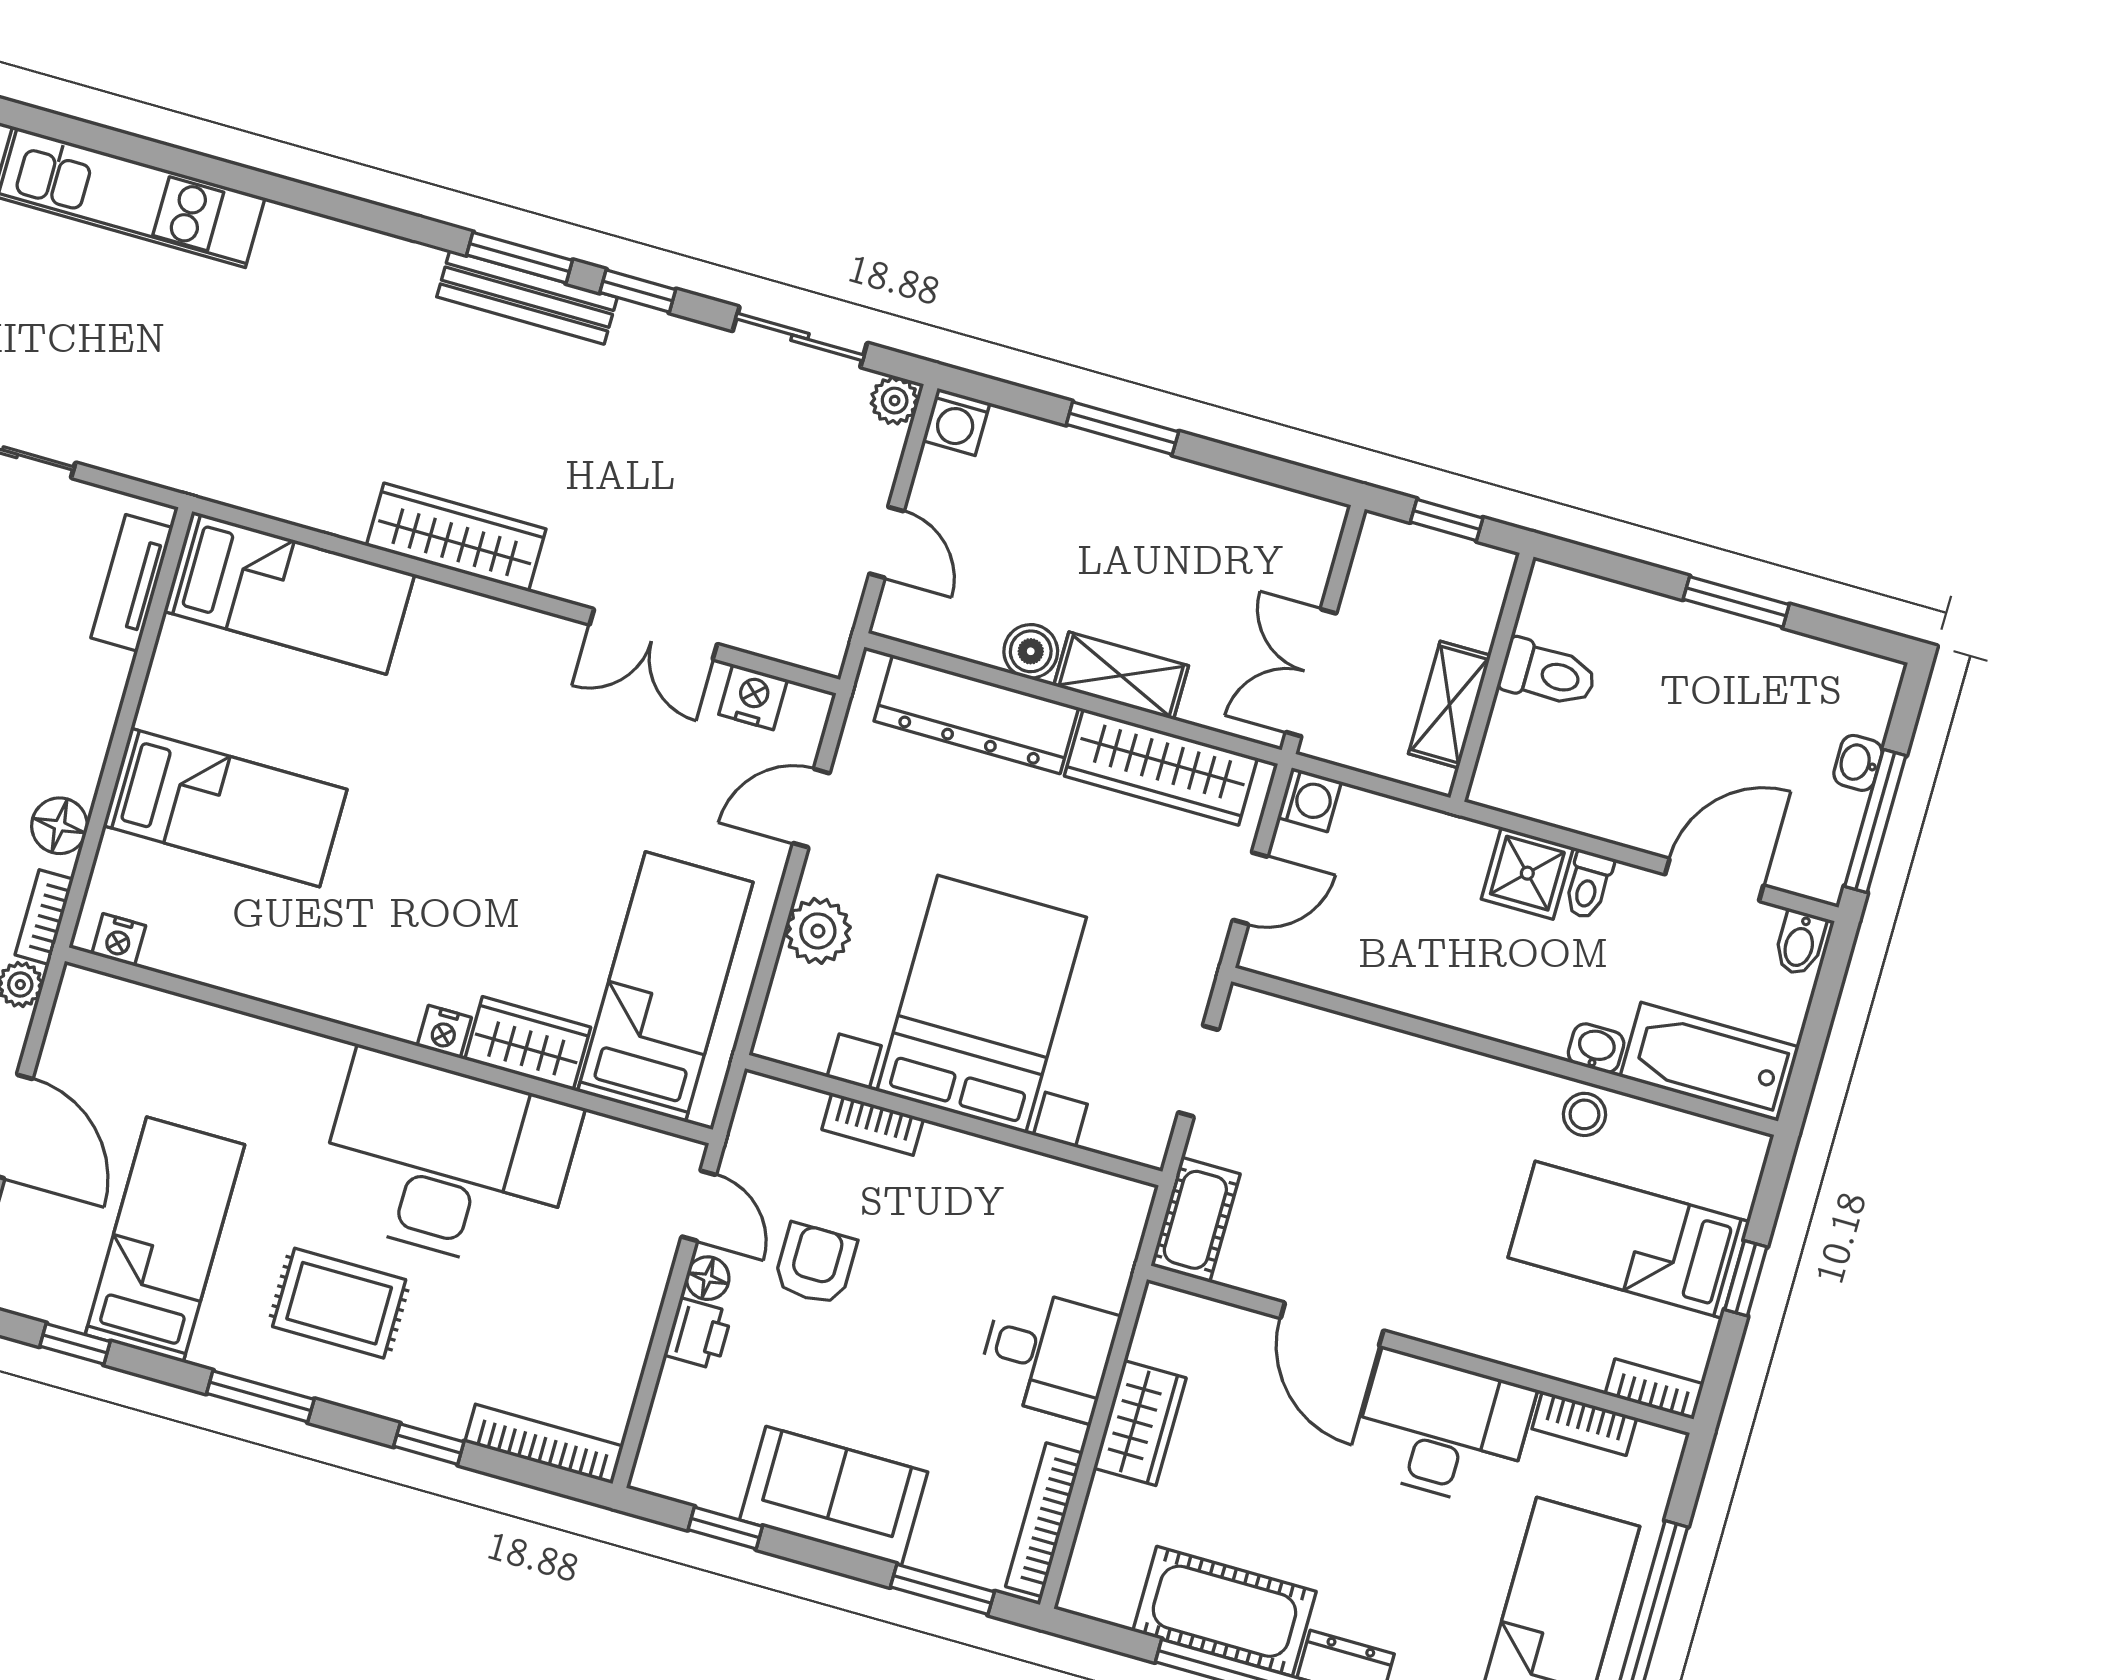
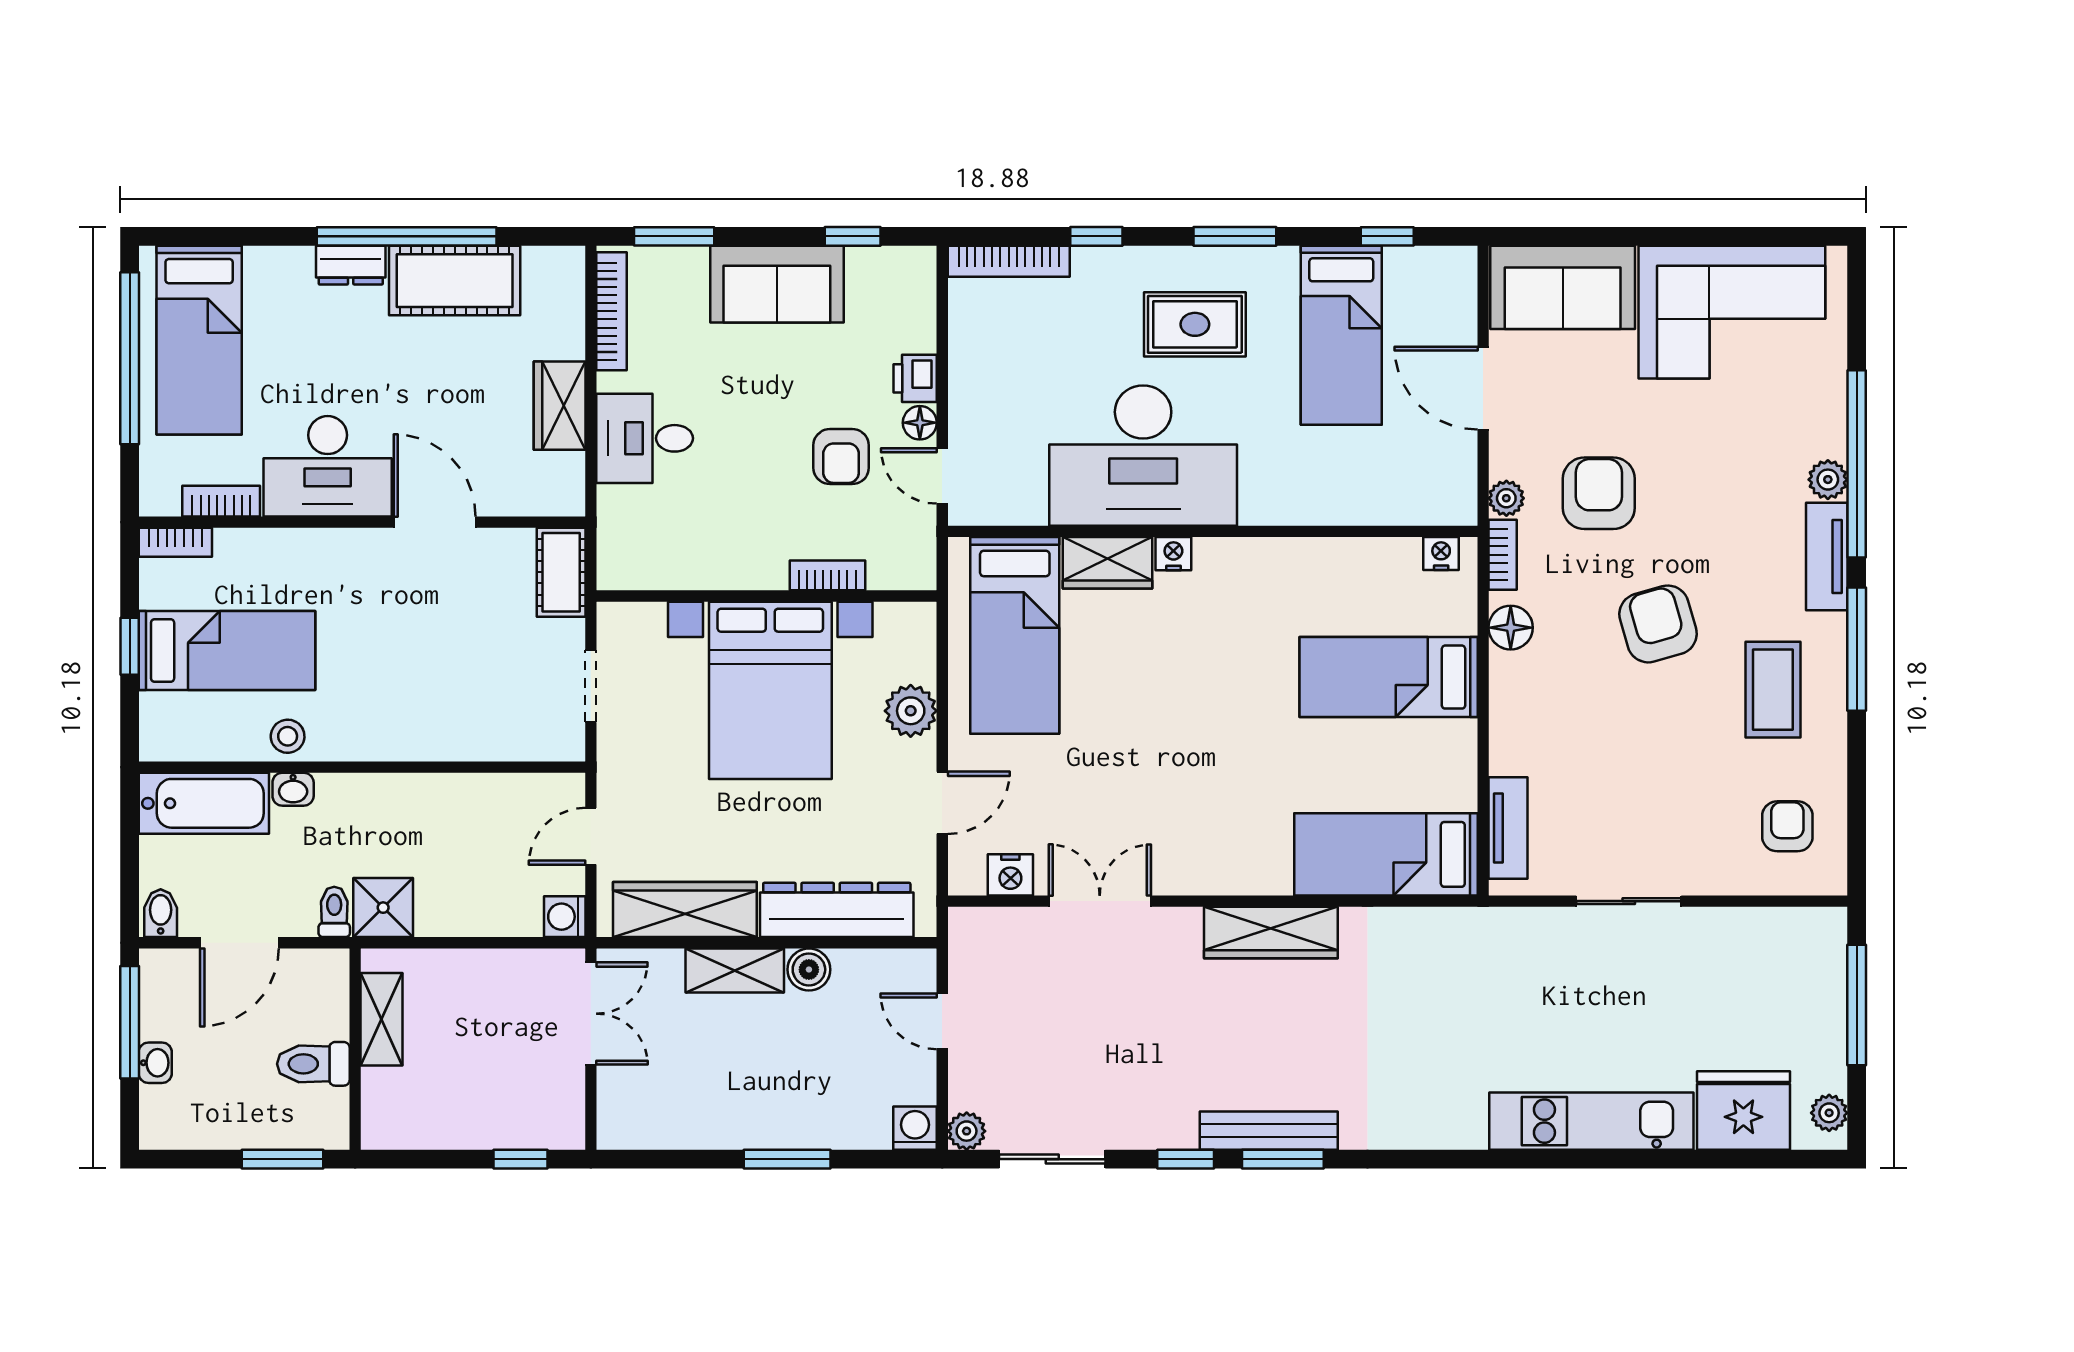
toilet: (1548, 674) -> (313, 1064), moved
wall: (1492, 677) -> (355, 1049), moved
shelving: (1450, 705) -> (382, 1019), moved

